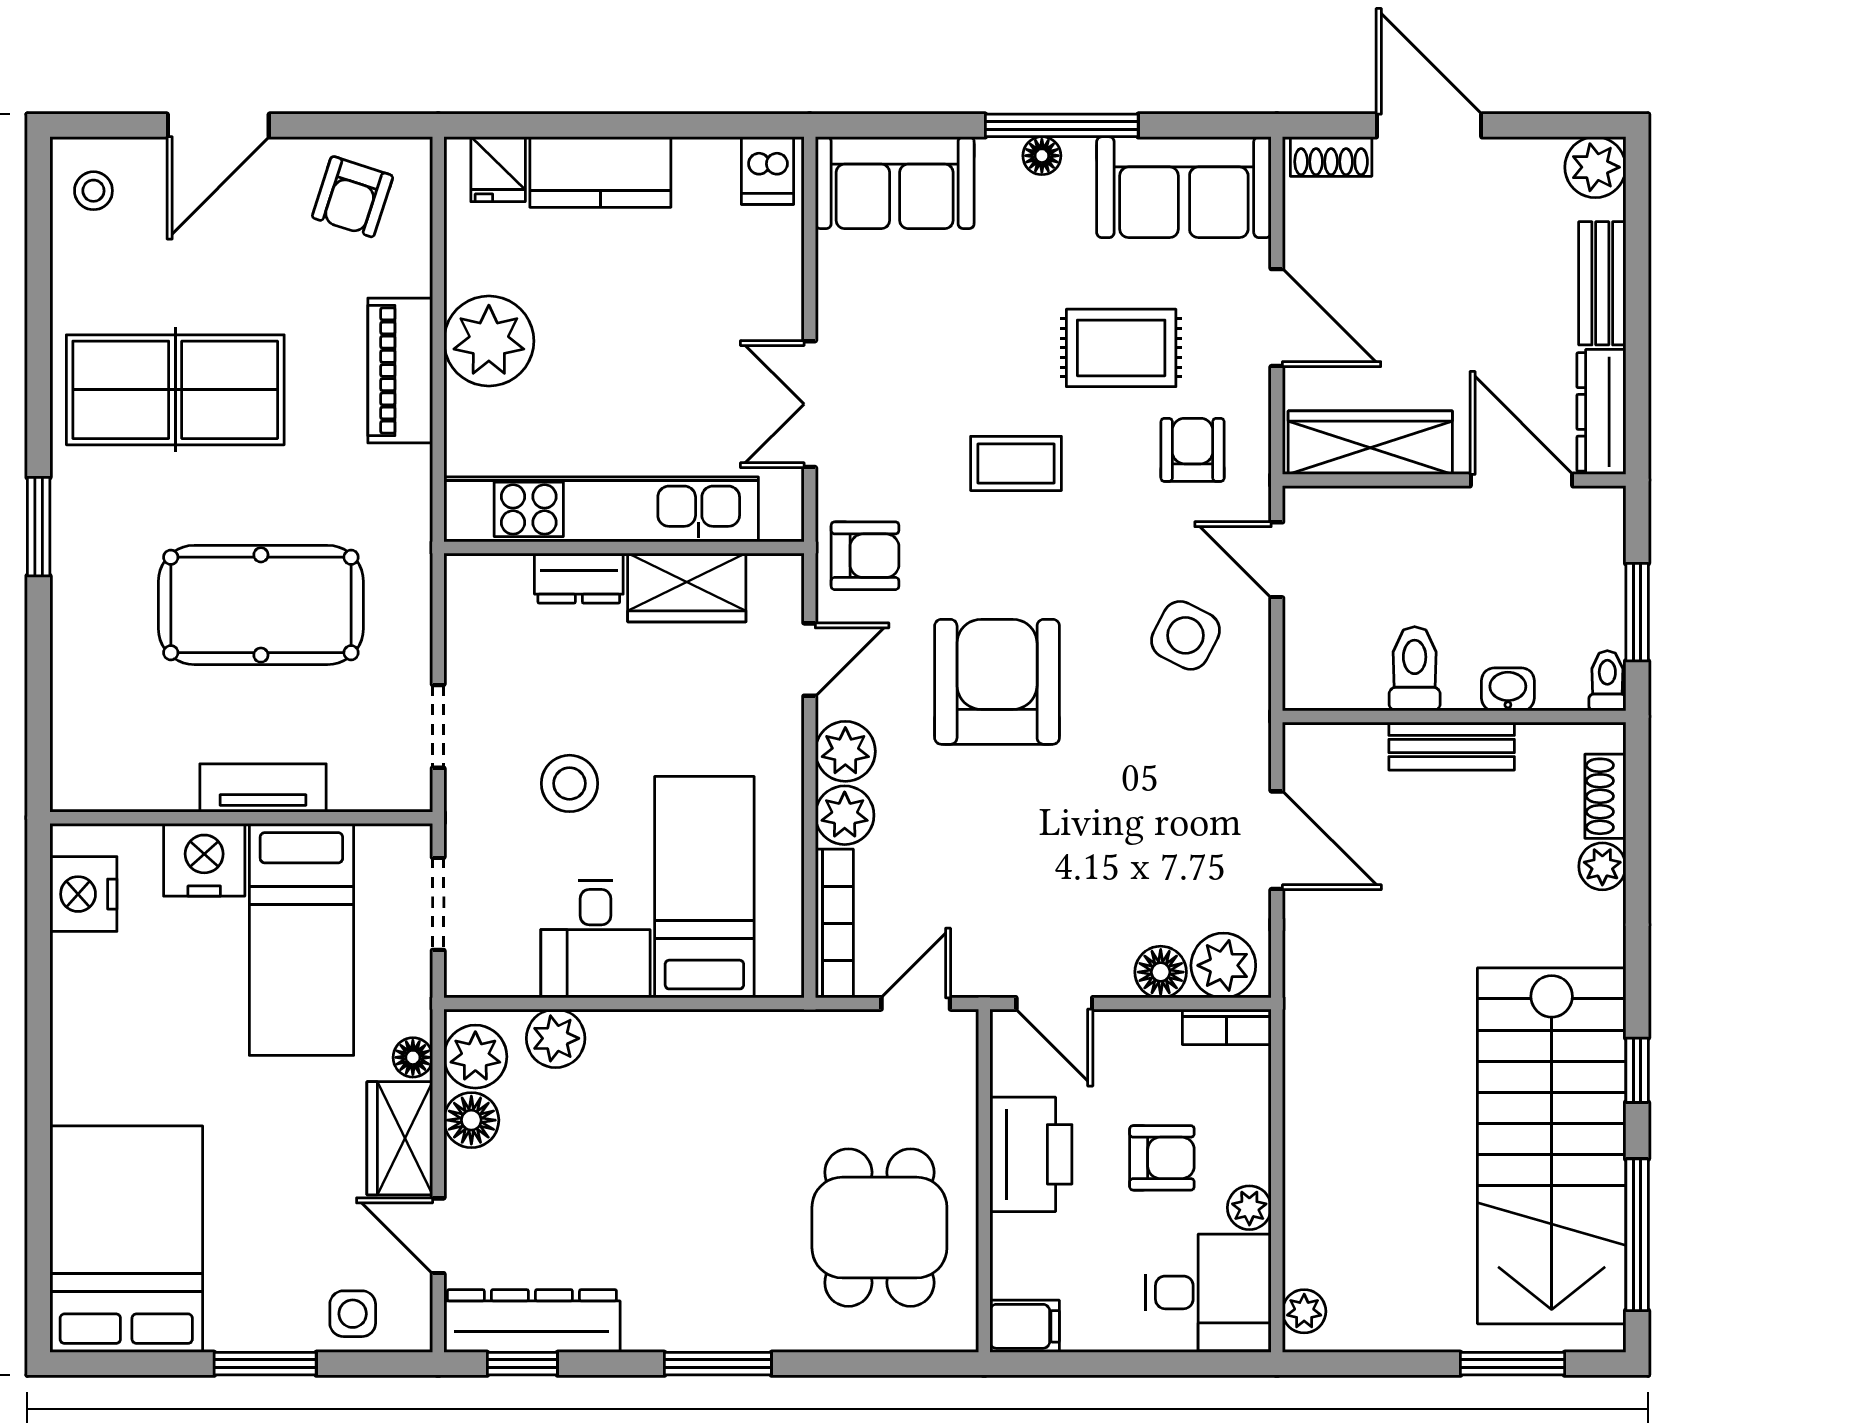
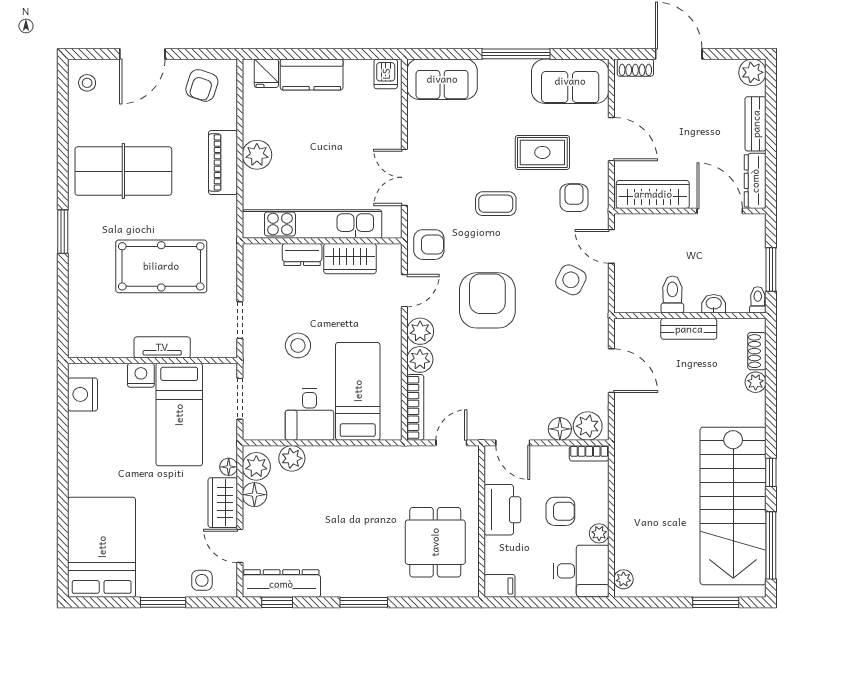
floor lamp: (1042, 156) -> (507, 67), removed
plant: (489, 341) -> (257, 155), width x0.73, depth x0.73
nightstand: (204, 860) -> (141, 375), width x0.74, depth x0.75

